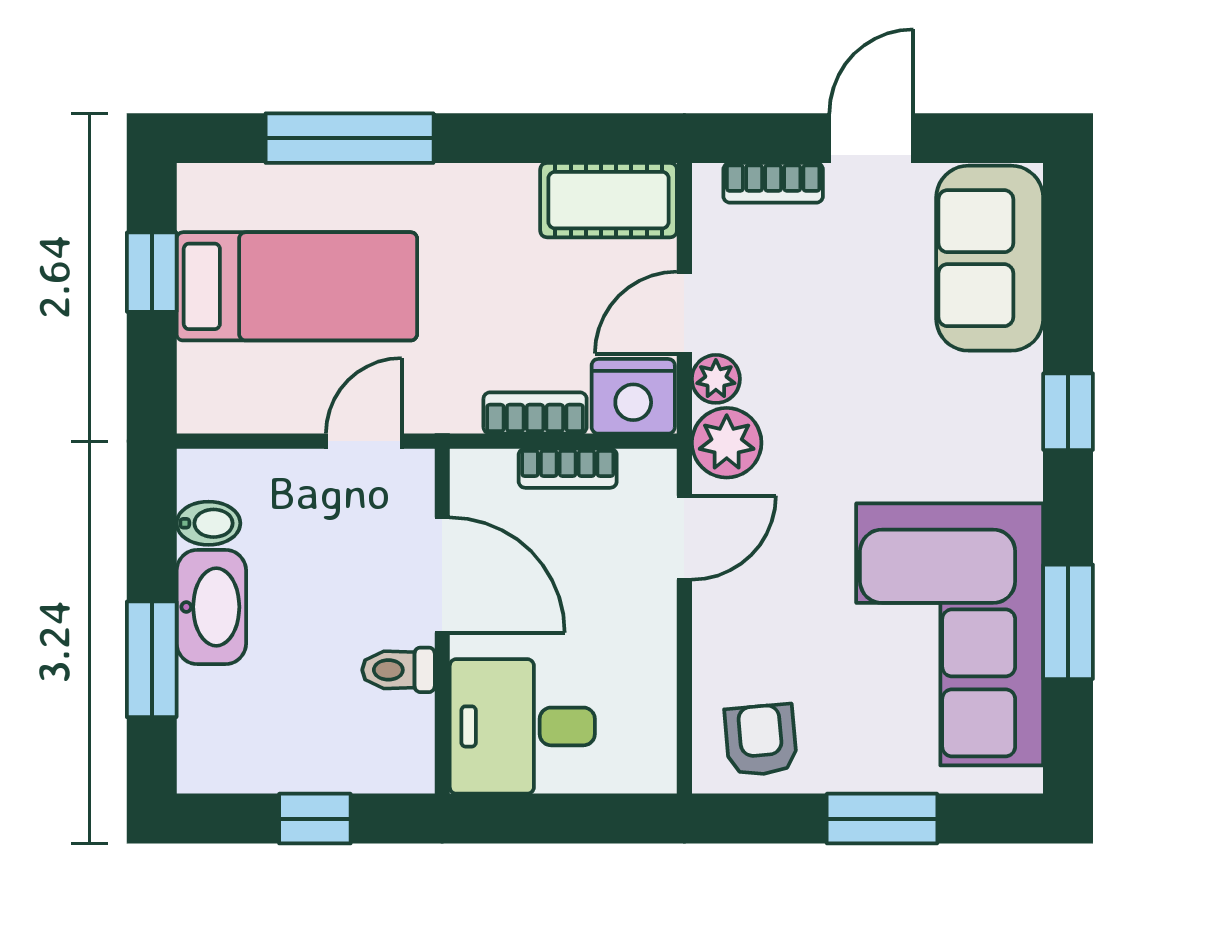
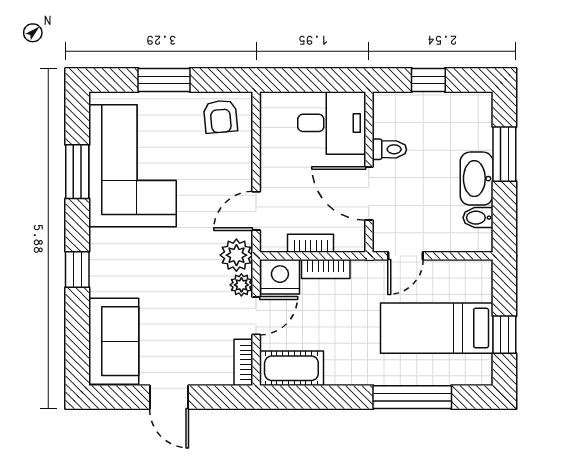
door: (871, 138) -> (169, 397), hinge flipped
bookcase: (773, 183) -> (243, 362), moved, turned -90

